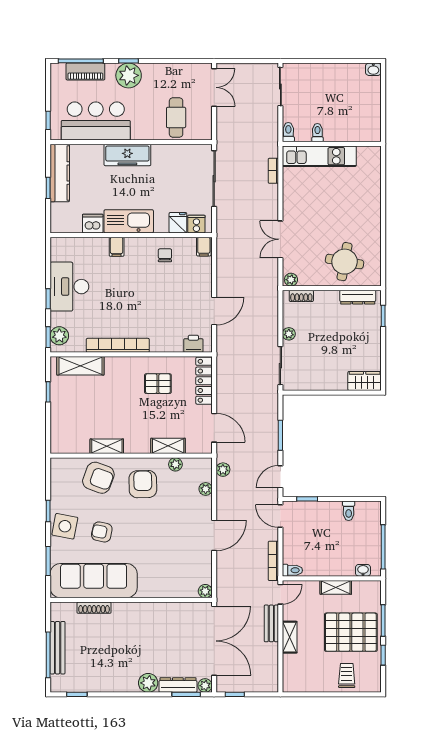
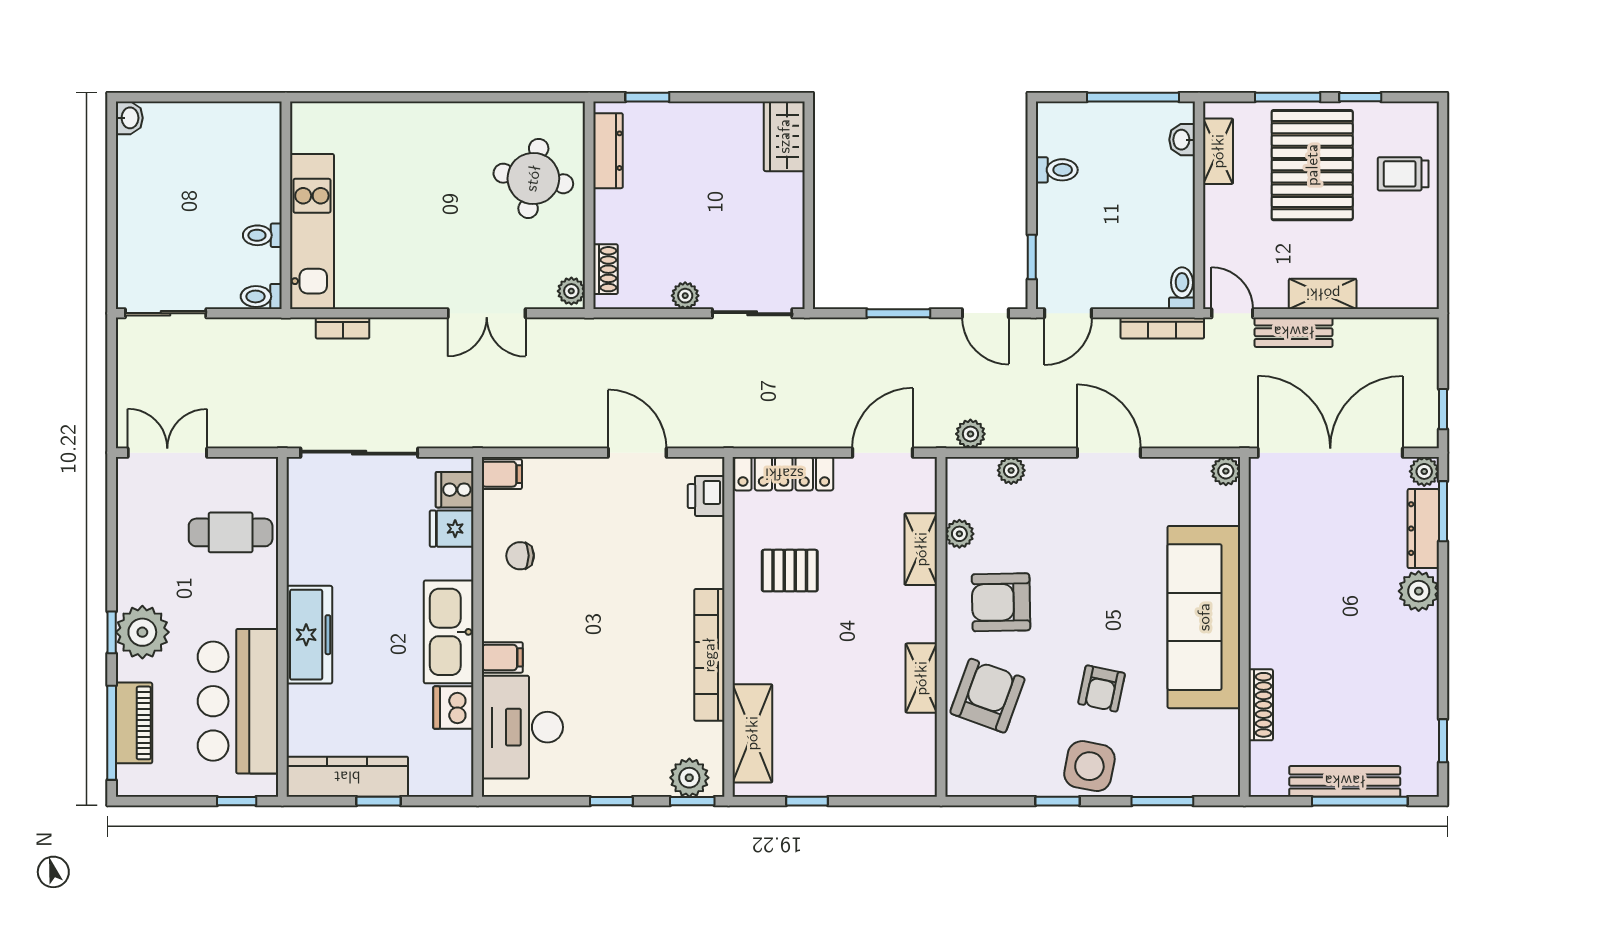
desk: (69, 287) -> (522, 727), moved, turned 90
pallet: (158, 384) -> (790, 571), turned 90
sofa: (94, 581) -> (1204, 617), moved
shelving: (336, 587) -> (1218, 151), moved

